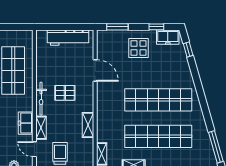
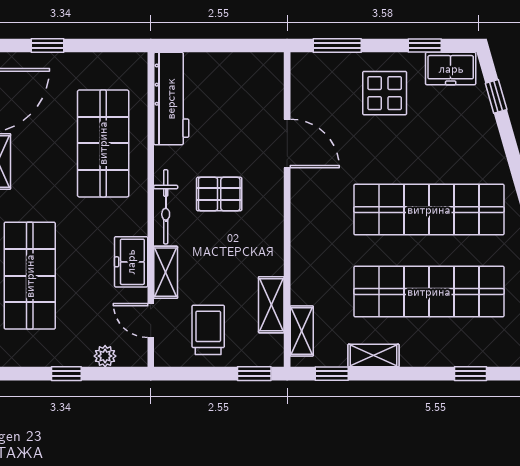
workbench: (68, 38) -> (171, 99), moved, turned -90
shelving: (88, 125) -> (271, 305), moved

